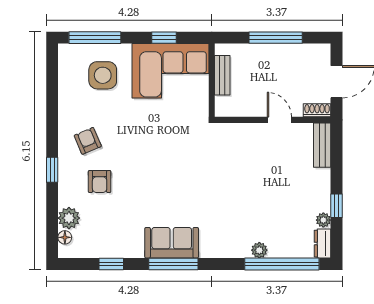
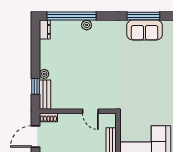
door: (279, 120) -> (90, 111), moved
window: (337, 206) -> (36, 86), moved
plant: (323, 220) -> (44, 74), moved

